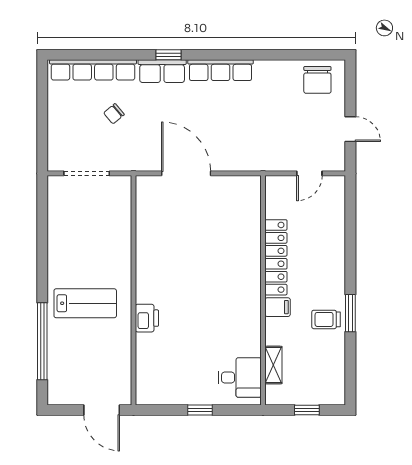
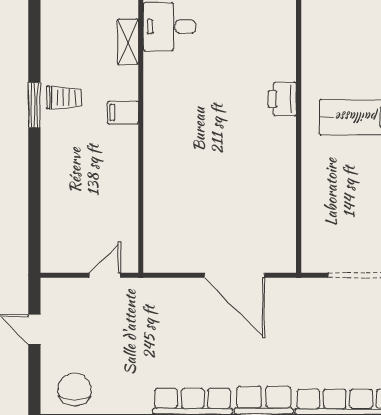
chair: (114, 114) -> (322, 348), removed
door: (309, 173) -> (105, 275), moved
locker: (276, 257) -> (125, 173), removed

